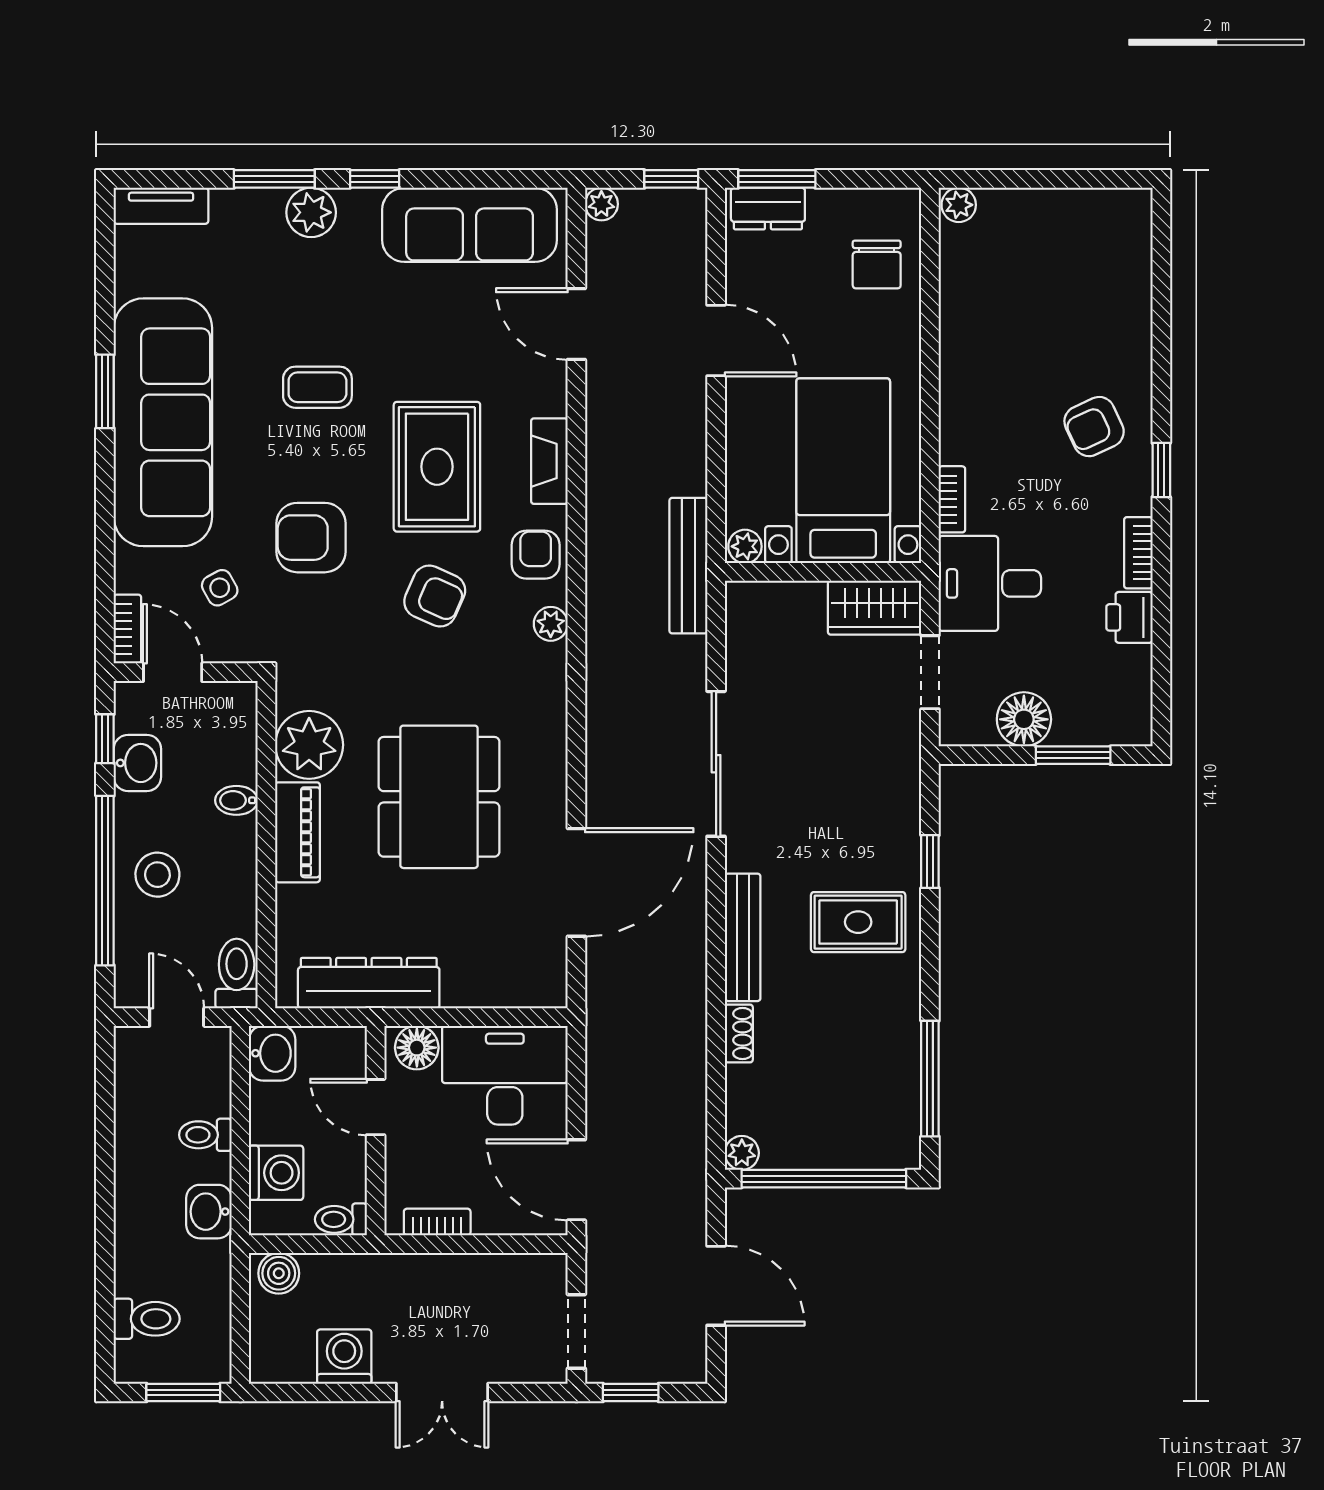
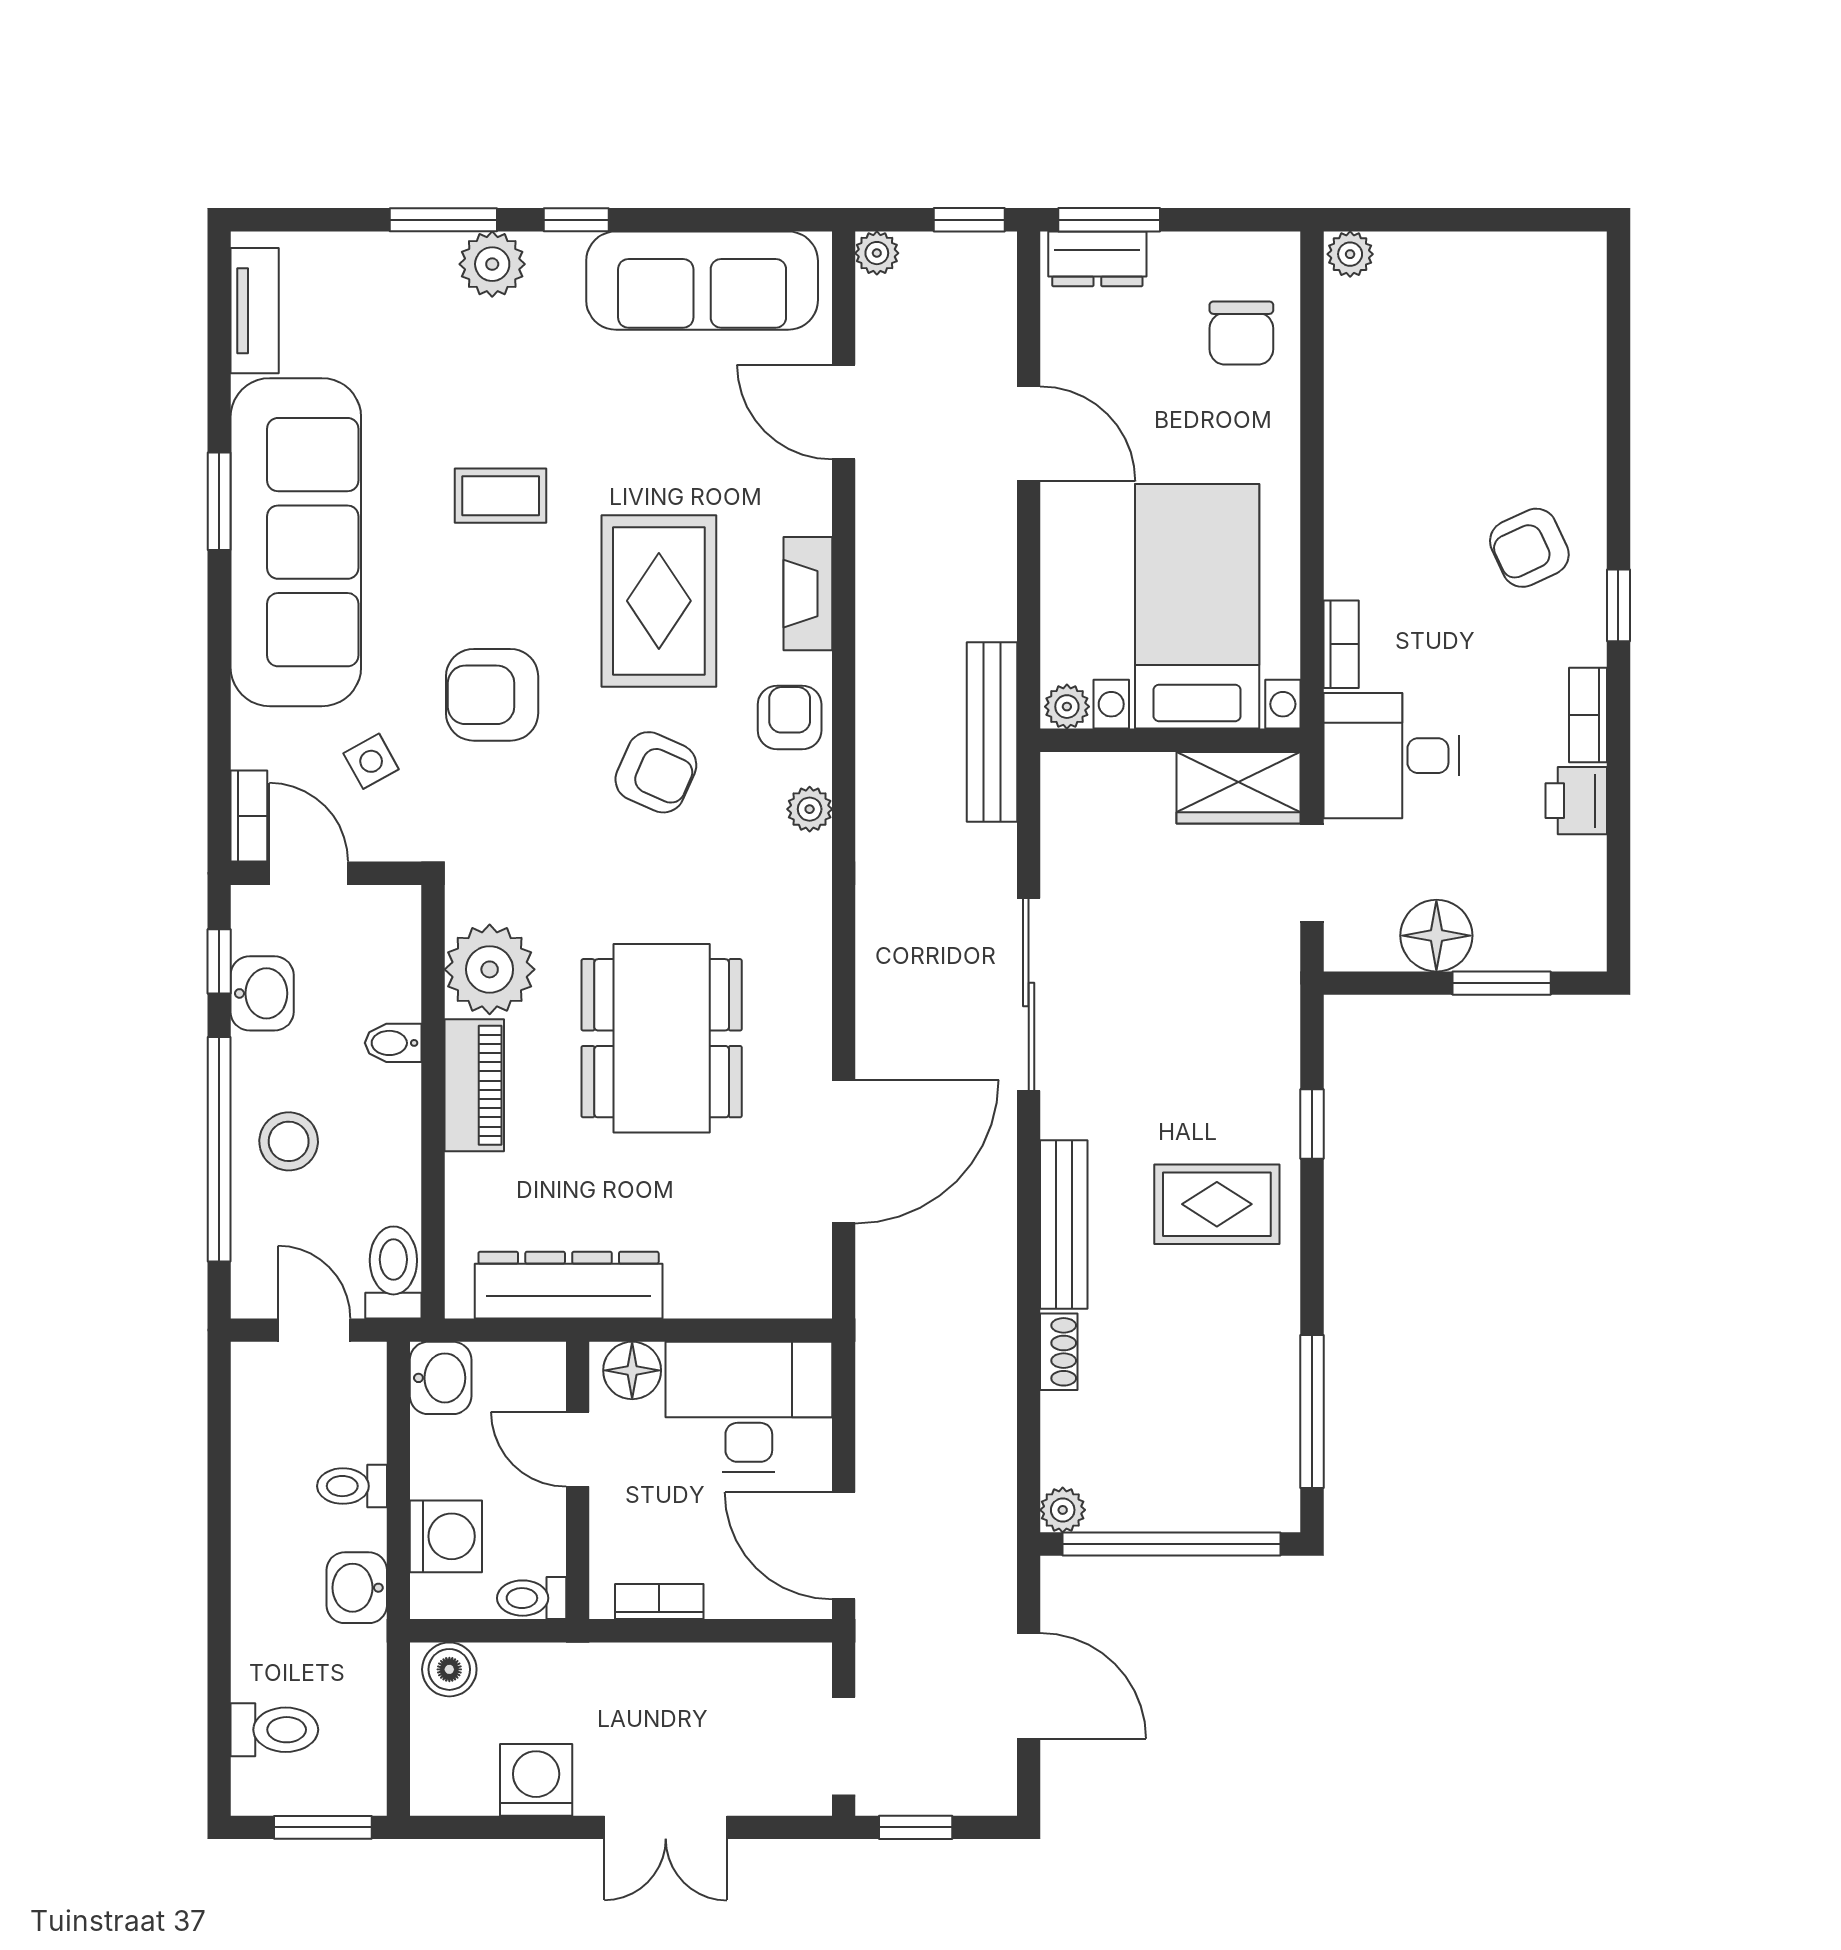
tv unit: (161, 206) -> (255, 311), moved, turned -90

